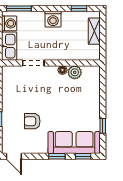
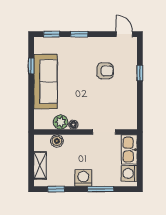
window: (19, 8) -> (101, 189), moved
boiler: (78, 54) -> (57, 141), added
sofa: (74, 143) -> (45, 81), moved, turned -90

